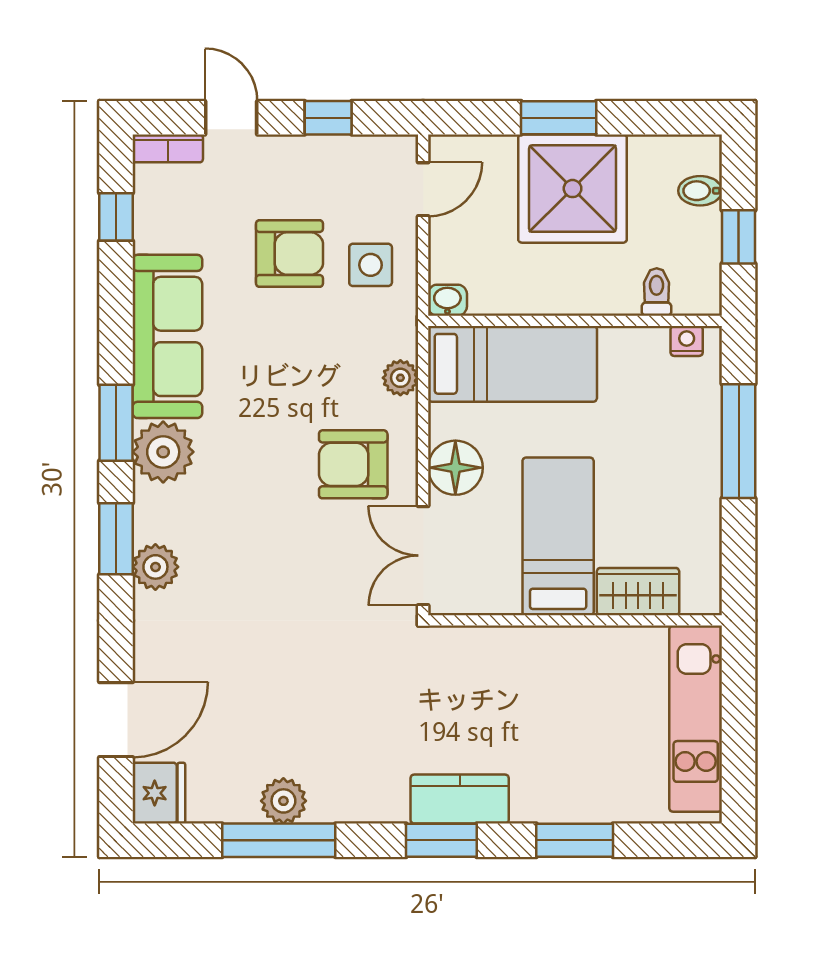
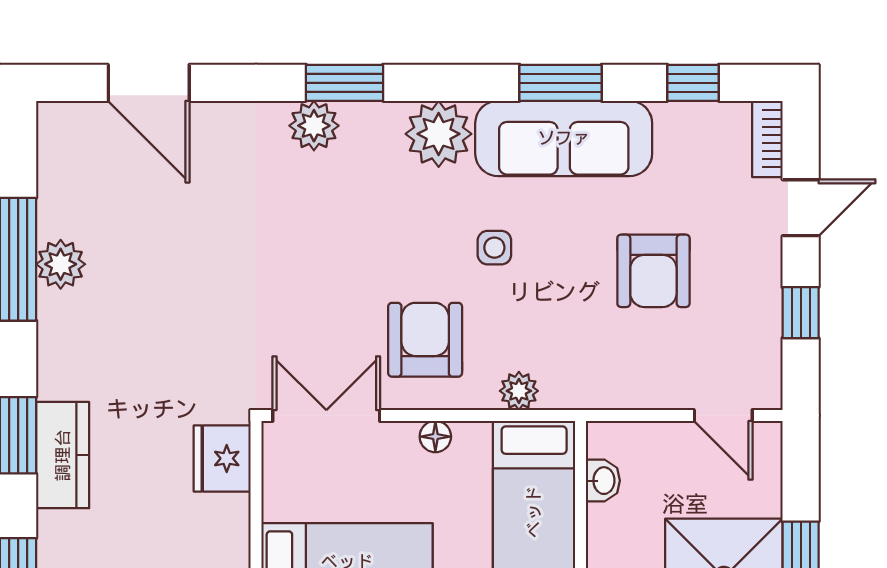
side table: (371, 265) -> (494, 248), moved, width x0.73, depth x0.73
washbasin: (447, 300) -> (603, 481), moved
window: (116, 423) -> (560, 83), moved
floor lamp: (455, 468) -> (435, 437), width x0.53, depth x0.53
fridge: (159, 793) -> (222, 458), moved, turned 90

